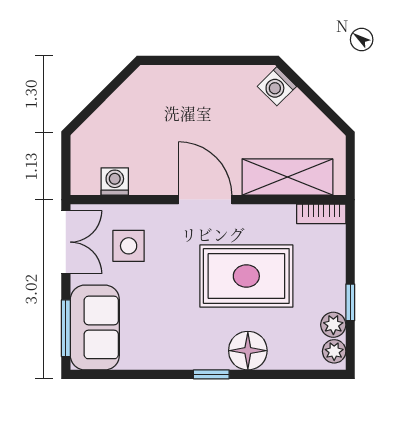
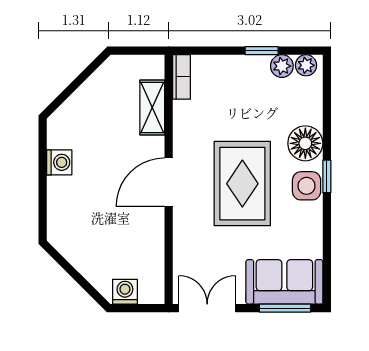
washing machine: (277, 86) -> (59, 162), moved, turned -45
shelving: (287, 177) -> (152, 108), width x0.67, depth x0.75
washing machine: (115, 181) -> (125, 292), moved, turned 90
side table: (129, 246) -> (307, 186), moved
rug: (246, 276) -> (242, 184), moved

